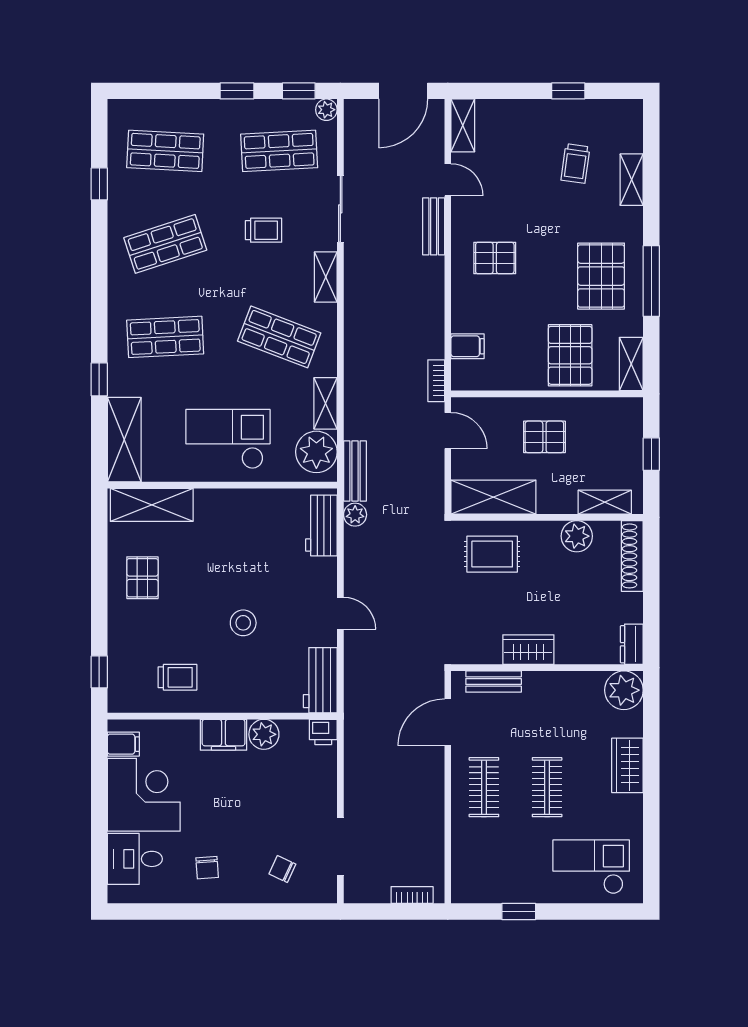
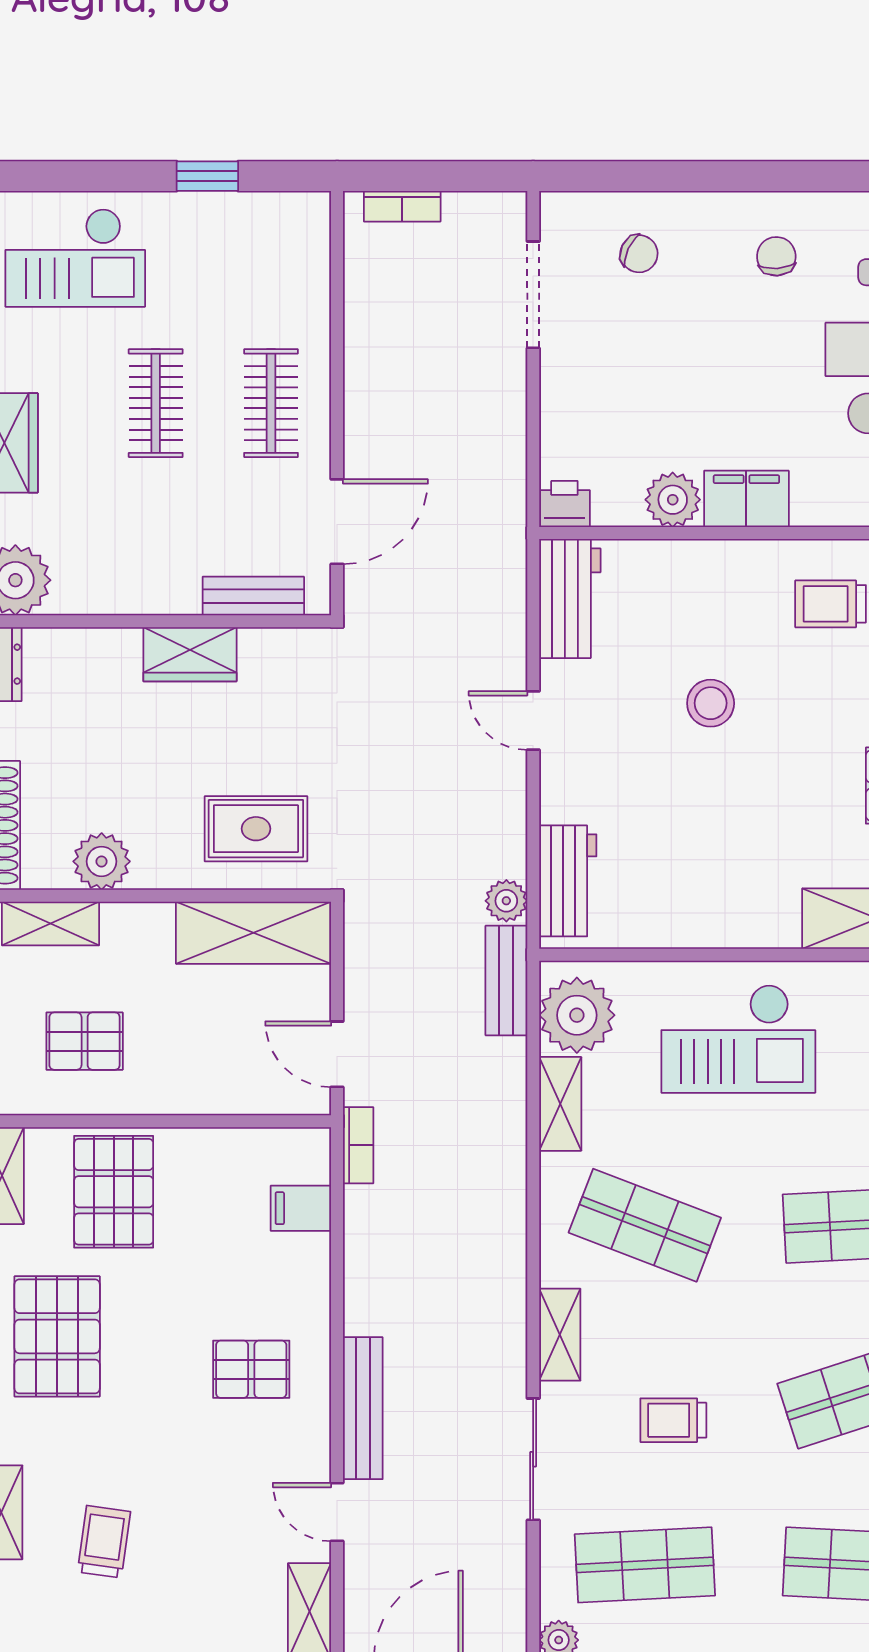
bench: (434, 226) -> (363, 1408), width x1.36
pallet: (544, 437) -> (85, 1041), moved

